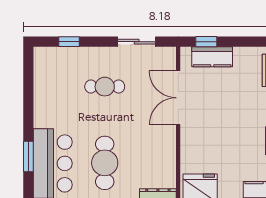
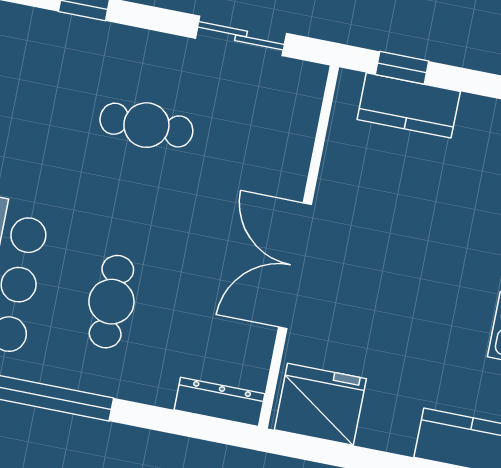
double door: (178, 98) -> (295, 266), moved
cafe table: (105, 163) -> (111, 302), width x0.73, depth x0.74

